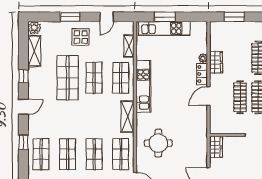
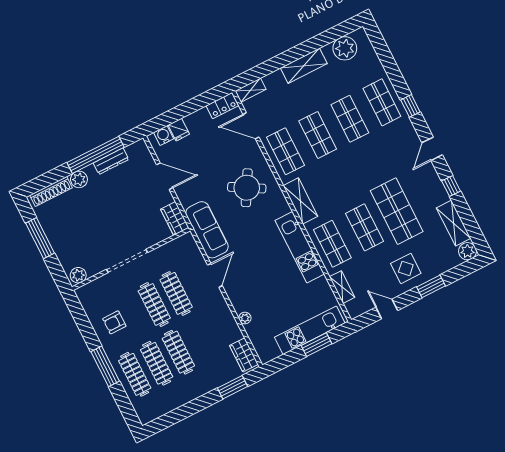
door: (107, 17) -> (387, 309), hinge flipped
wardrobe: (216, 62) -> (244, 355), moved
locker: (202, 74) -> (236, 298), removed
sofa: (198, 129) -> (207, 230), added
round table: (158, 143) -> (247, 188), turned 30

